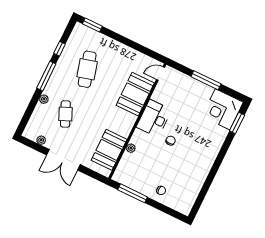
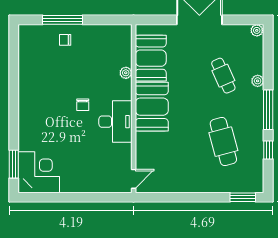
window: (206, 80) -> (76, 197), removed
booth: (135, 94) -> (152, 107), moved
plant: (41, 140) -> (257, 30), moved
window: (133, 193) -> (62, 20), moved

